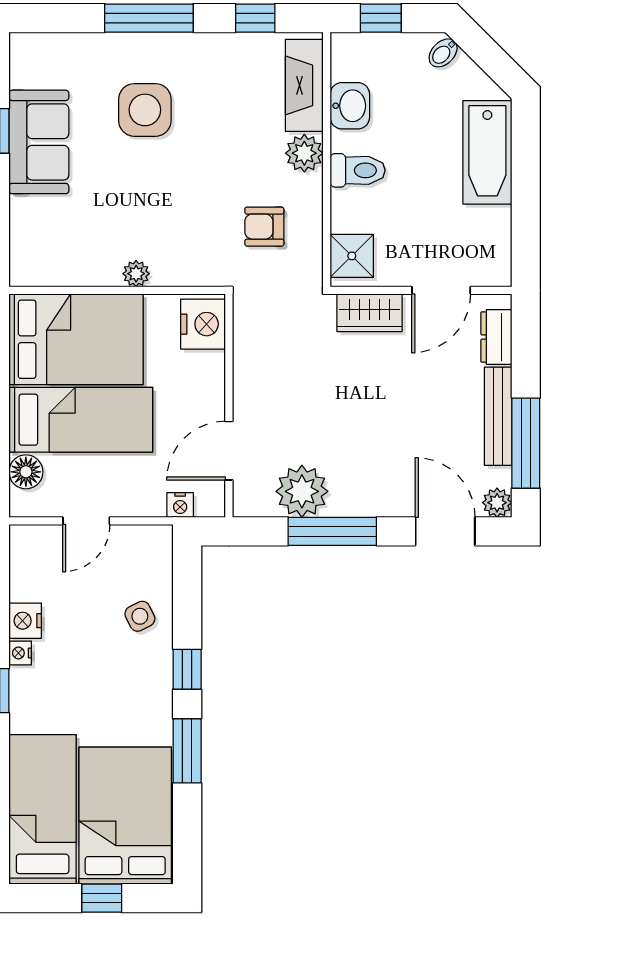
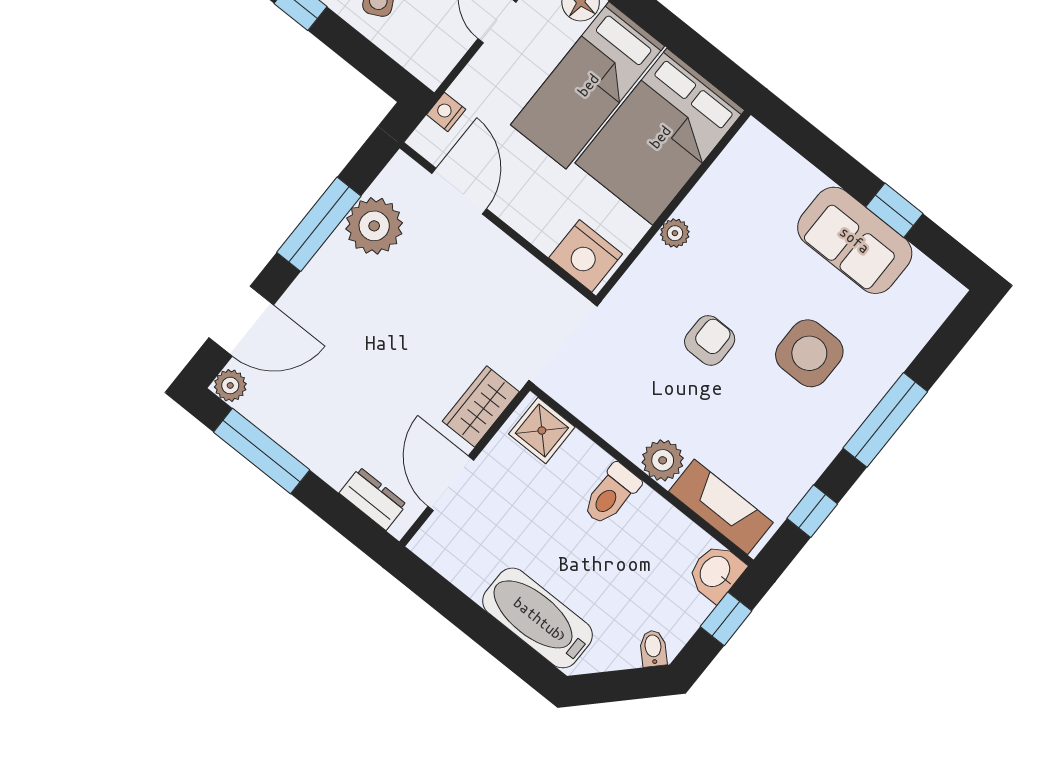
washbasin: (350, 106) -> (716, 572), moved, turned 90
armchair: (264, 227) -> (710, 340), moved
bench: (498, 416) -> (304, 446), removed

